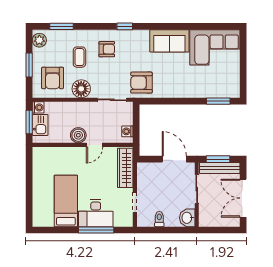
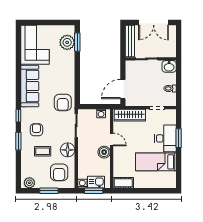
window: (61, 26) -> (18, 141), moved
sofa: (169, 41) -> (30, 86), width x1.36
armchair: (53, 78) -> (59, 172), turned 90
plant: (218, 88) -> (67, 42), added
door: (174, 159) -> (123, 89), moved
window: (218, 159) -> (123, 42), removed
cot: (39, 160) -> (123, 183), added
window: (96, 230) -> (179, 138), width x0.69

